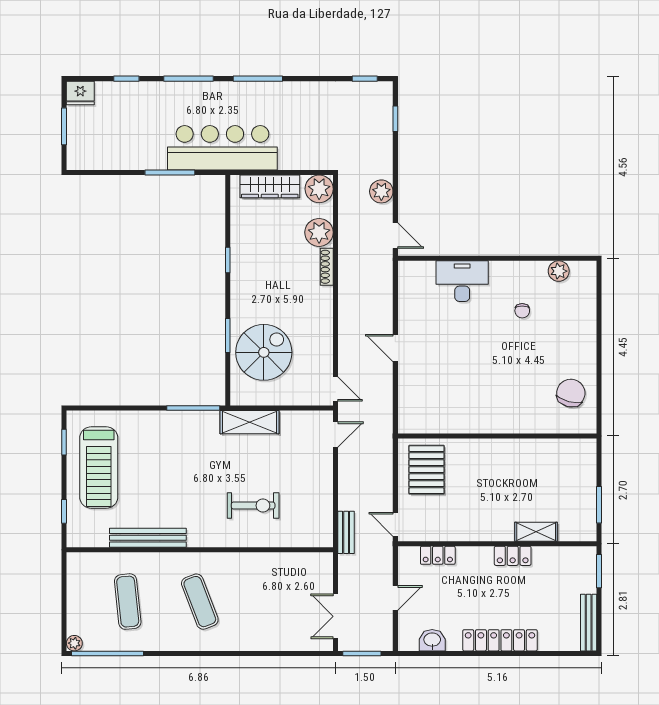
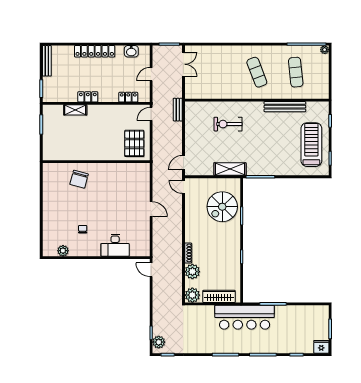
plant: (381, 191) -> (159, 342), moved
chair: (571, 393) -> (79, 179), moved
door: (395, 524) -> (151, 114), swing flipped

